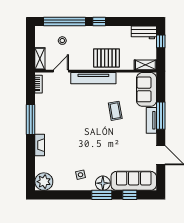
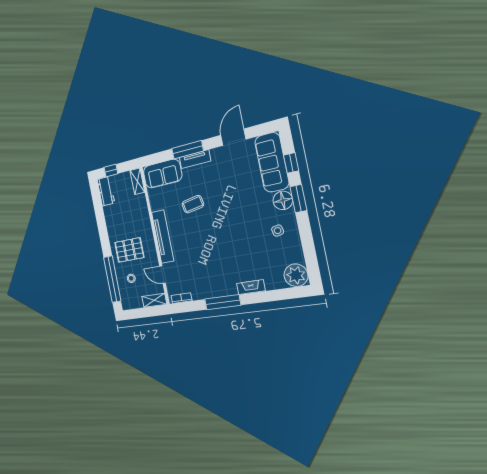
window: (99, 21) -> (105, 242), removed
pallet: (107, 58) -> (129, 250), moved, turned 90

